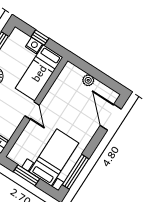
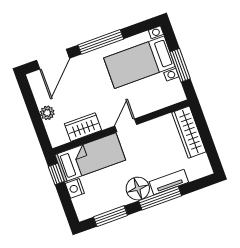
window: (40, 38) -> (56, 174), moved
wardrobe: (58, 89) -> (83, 127), added
window: (75, 172) -> (101, 42), moved

